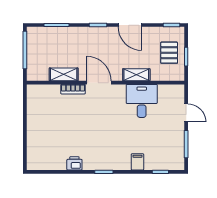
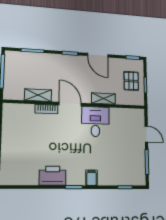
desk: (142, 101) -> (95, 122), moved
filing cabinet: (137, 162) -> (92, 178), moved
printer: (74, 163) -> (53, 176), width x1.87, depth x1.48

